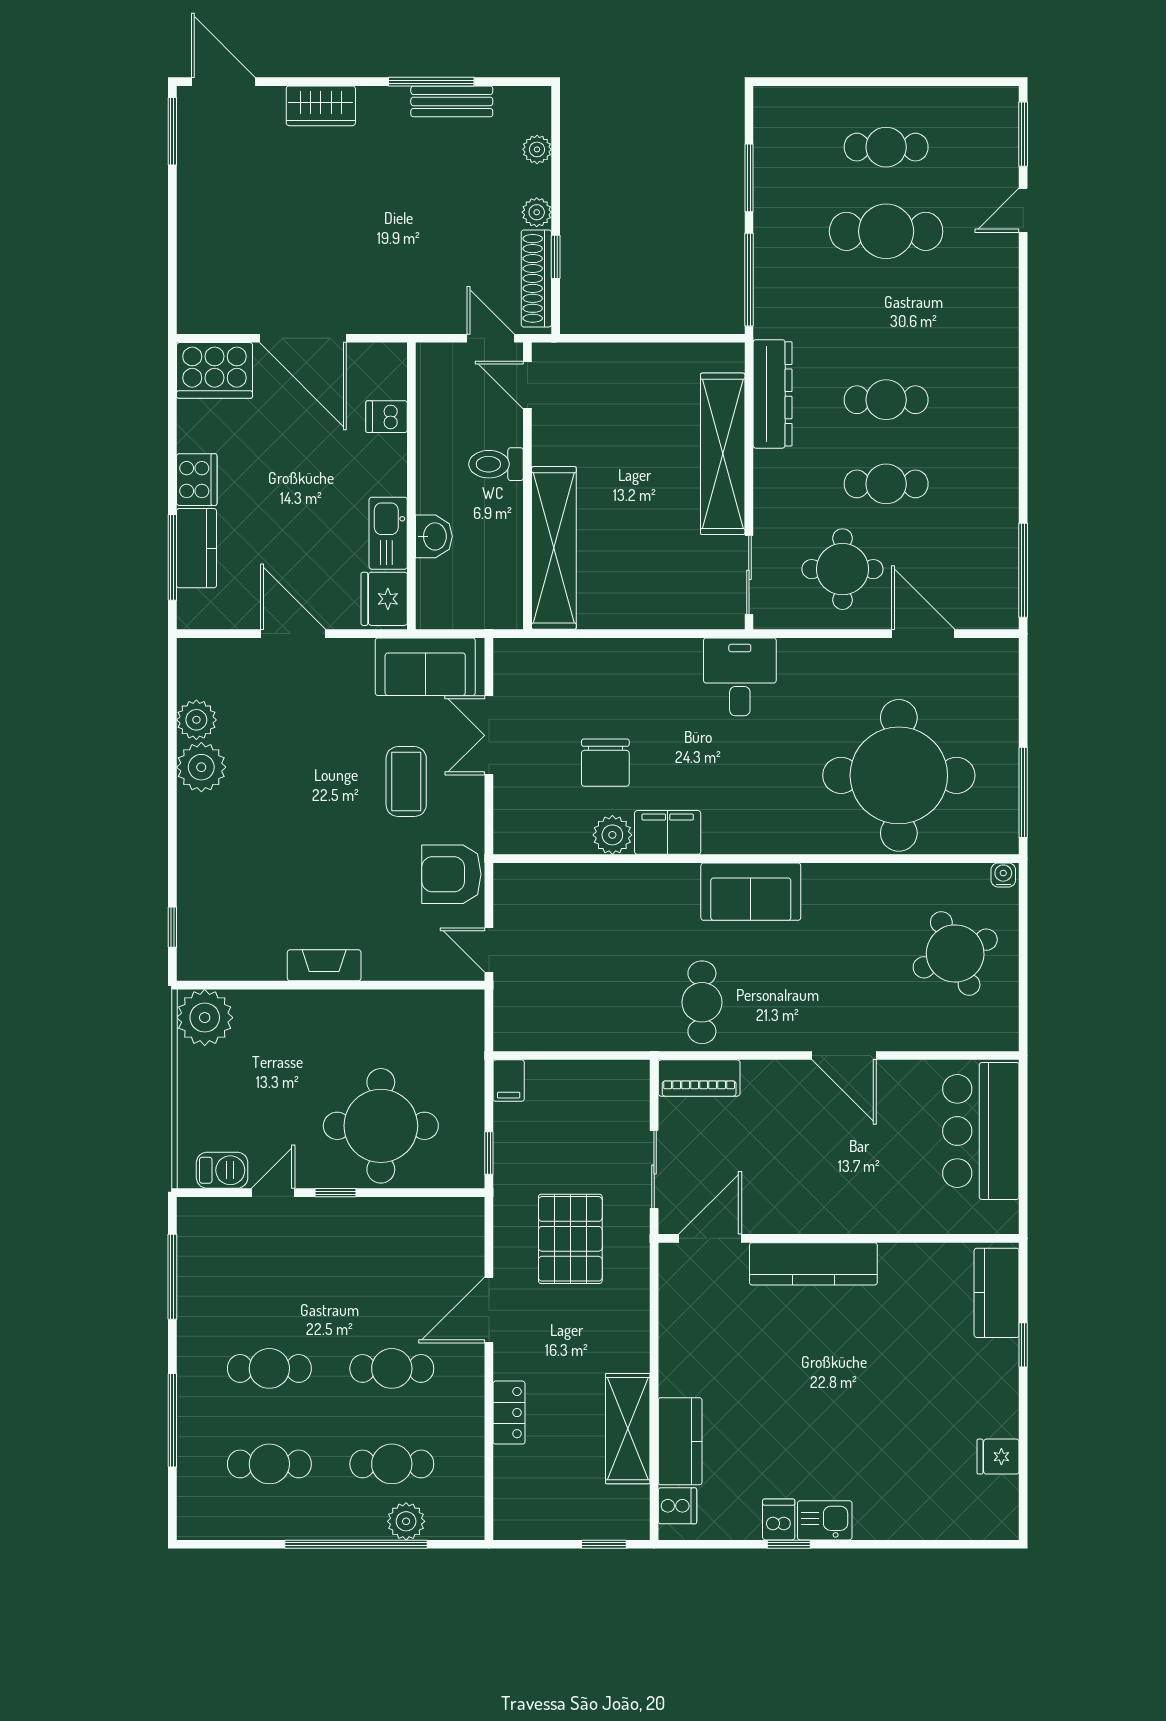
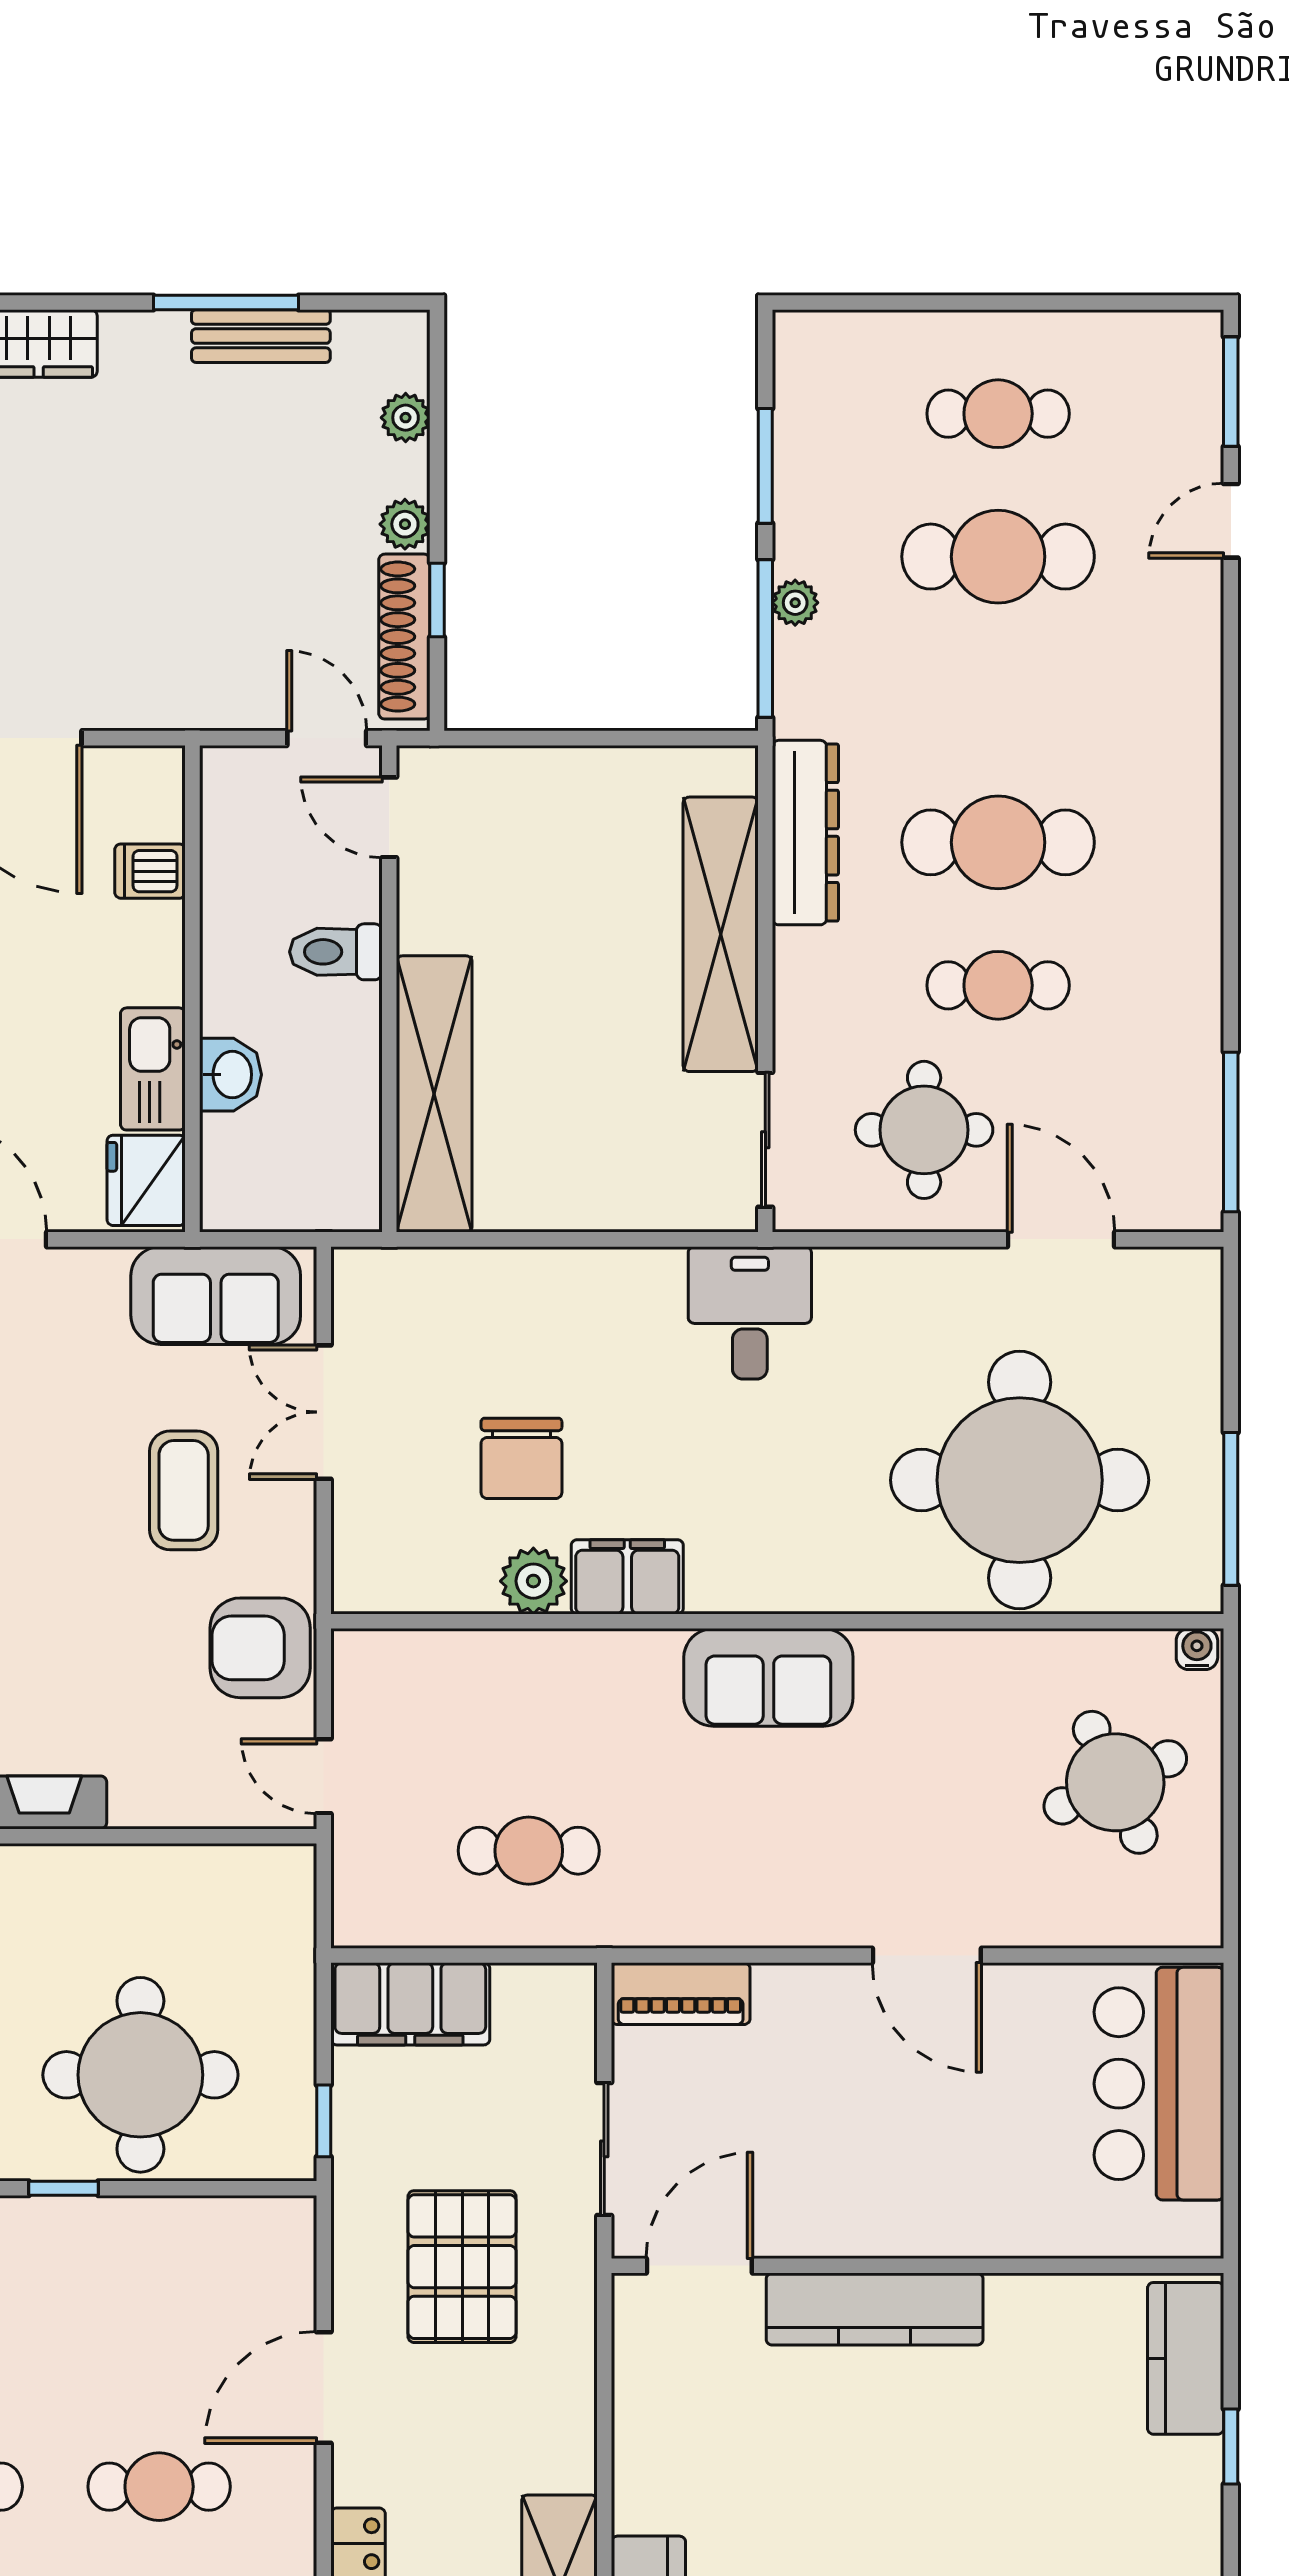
plant: (767, 258) -> (795, 603), added
cafe table: (886, 400) -> (998, 842), width x1.37, depth x1.35
cafe table: (702, 1002) -> (529, 1851), moved, turned 90
filing cabinet: (509, 1081) -> (410, 2004), width x3.00, depth x1.17

